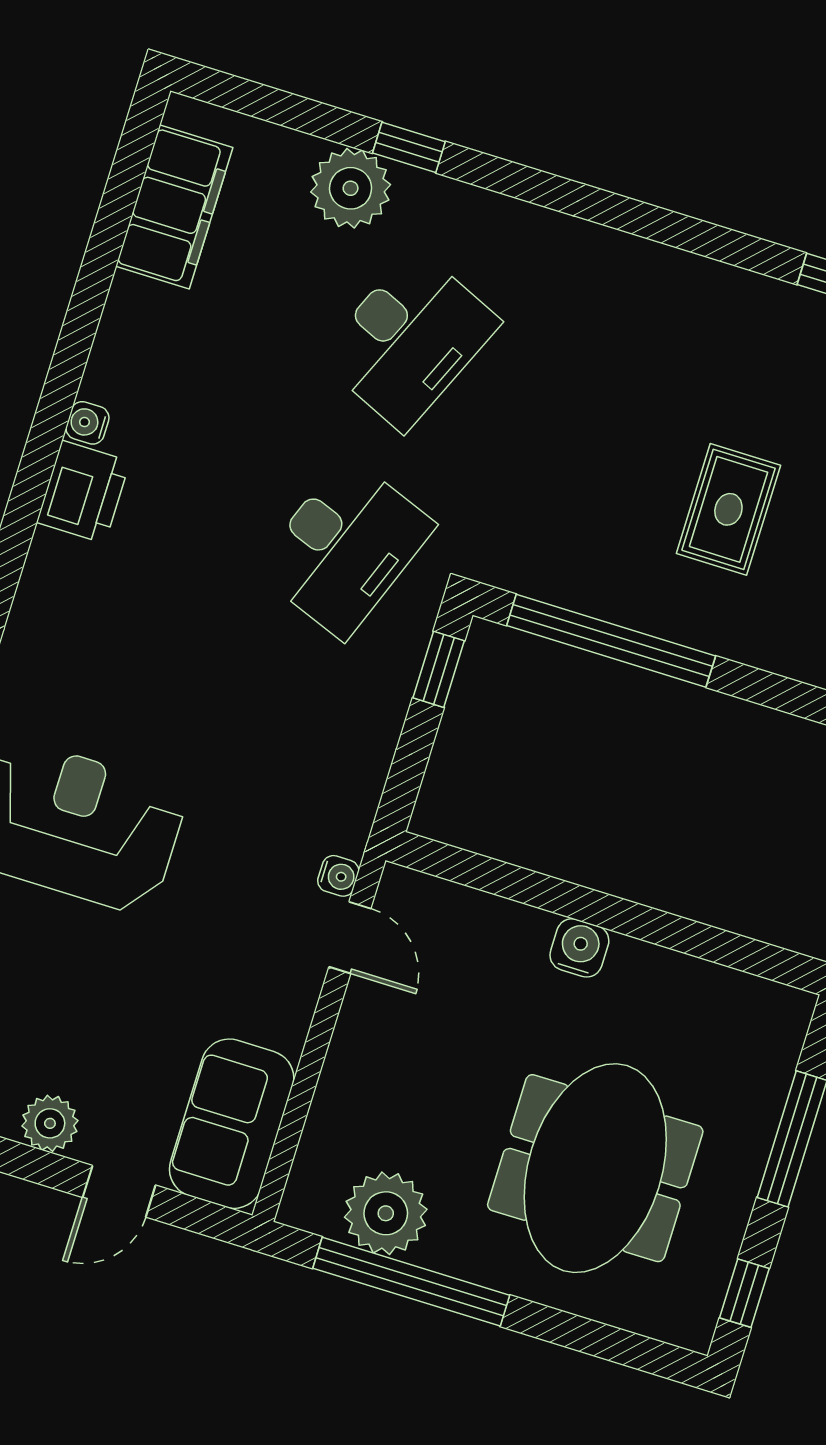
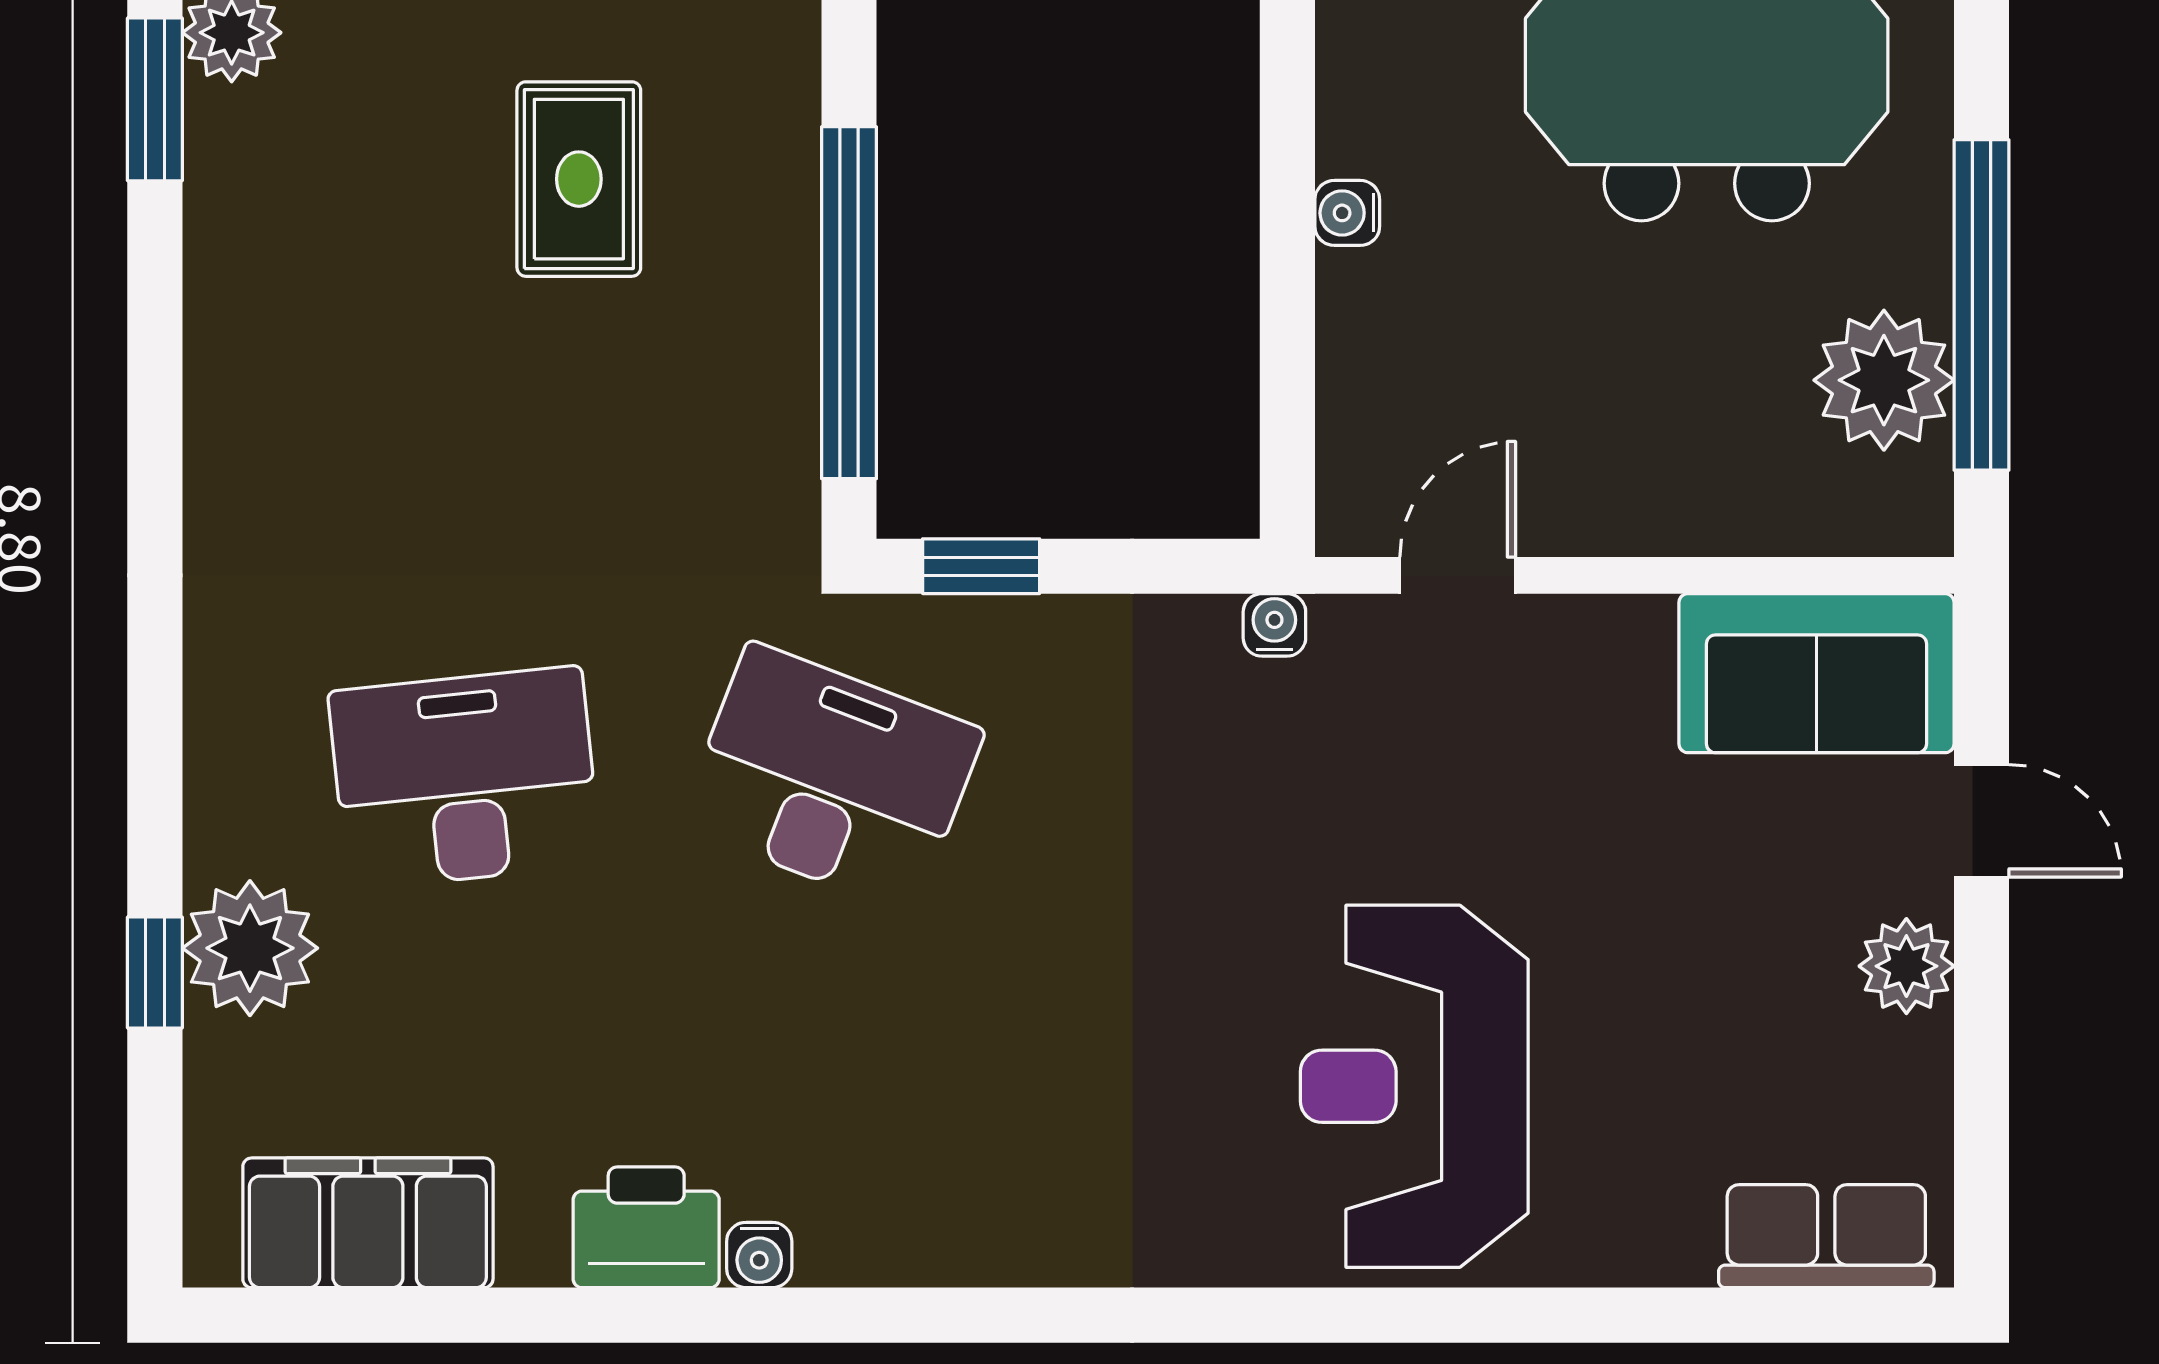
window: (409, 147) -> (155, 972), moved
desk: (409, 340) -> (465, 778), turned -30
printer: (83, 492) -> (646, 1227), moved
rug: (728, 509) -> (579, 179), turned 90
water cooler: (338, 876) -> (1274, 625), moved
water cooler: (579, 948) -> (1347, 213), width x0.72, depth x0.72

